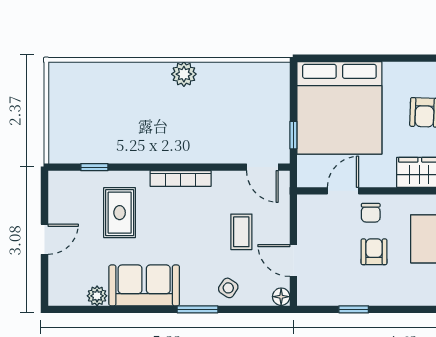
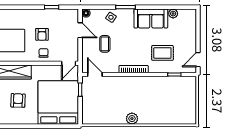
door: (343, 191) -> (69, 63), moved
rug: (120, 213) -> (162, 53), turned 90
door: (45, 239) -> (198, 60), moved

